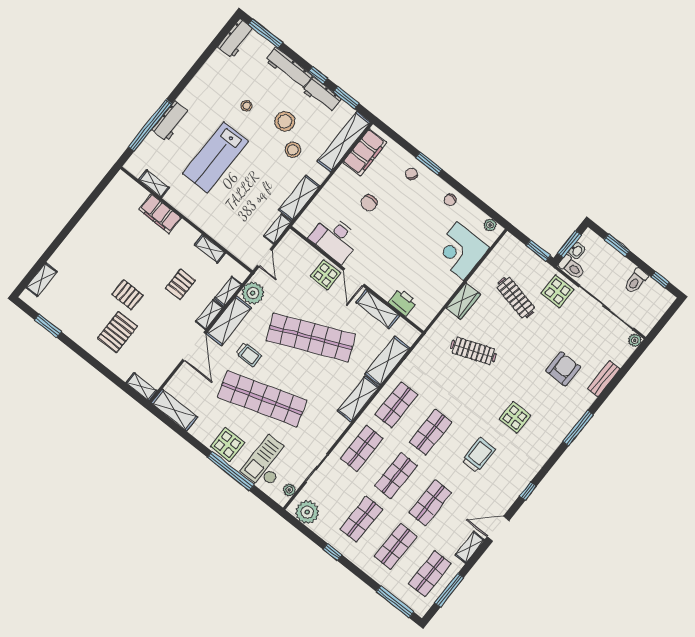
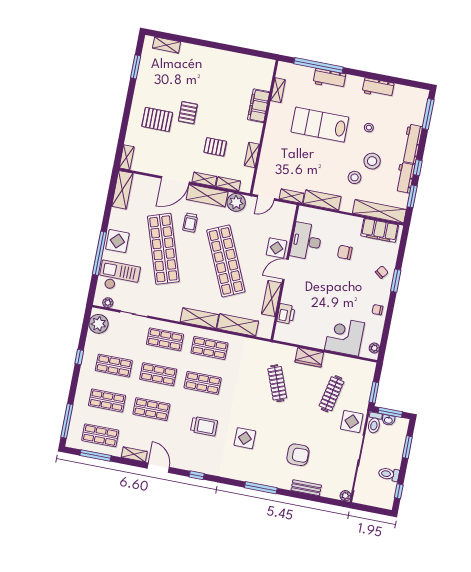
workbench: (236, 38) -> (378, 88), moved

